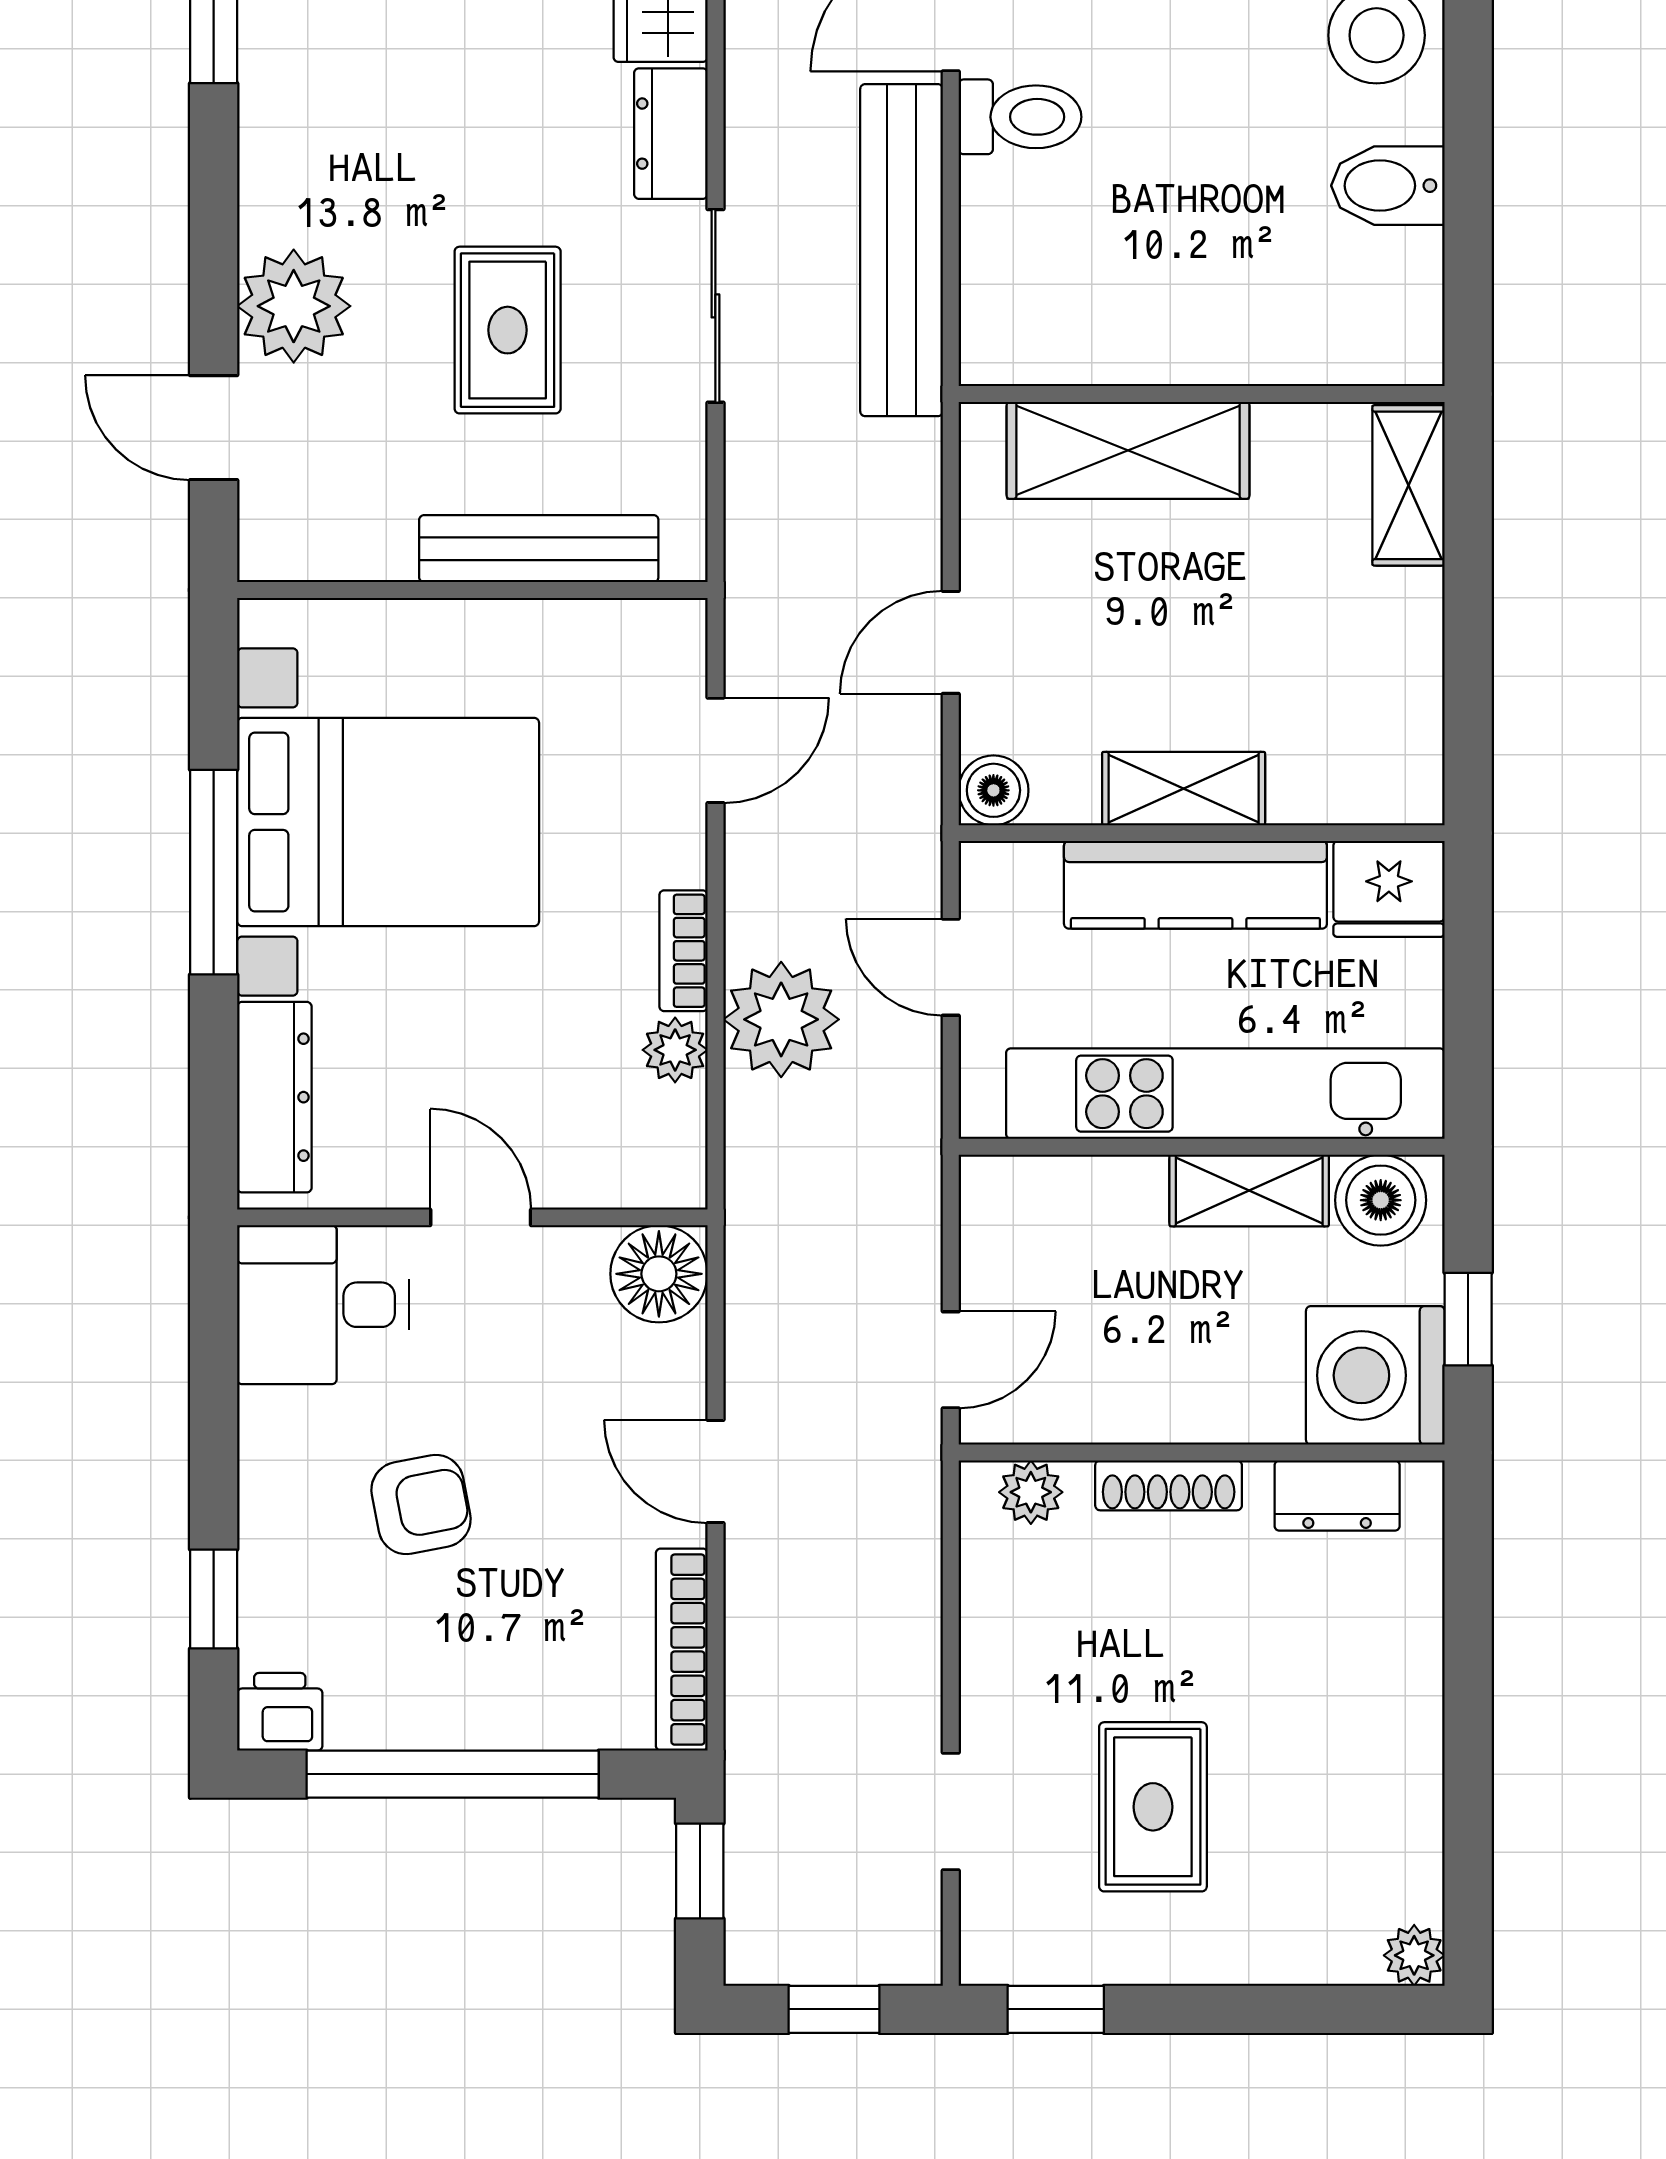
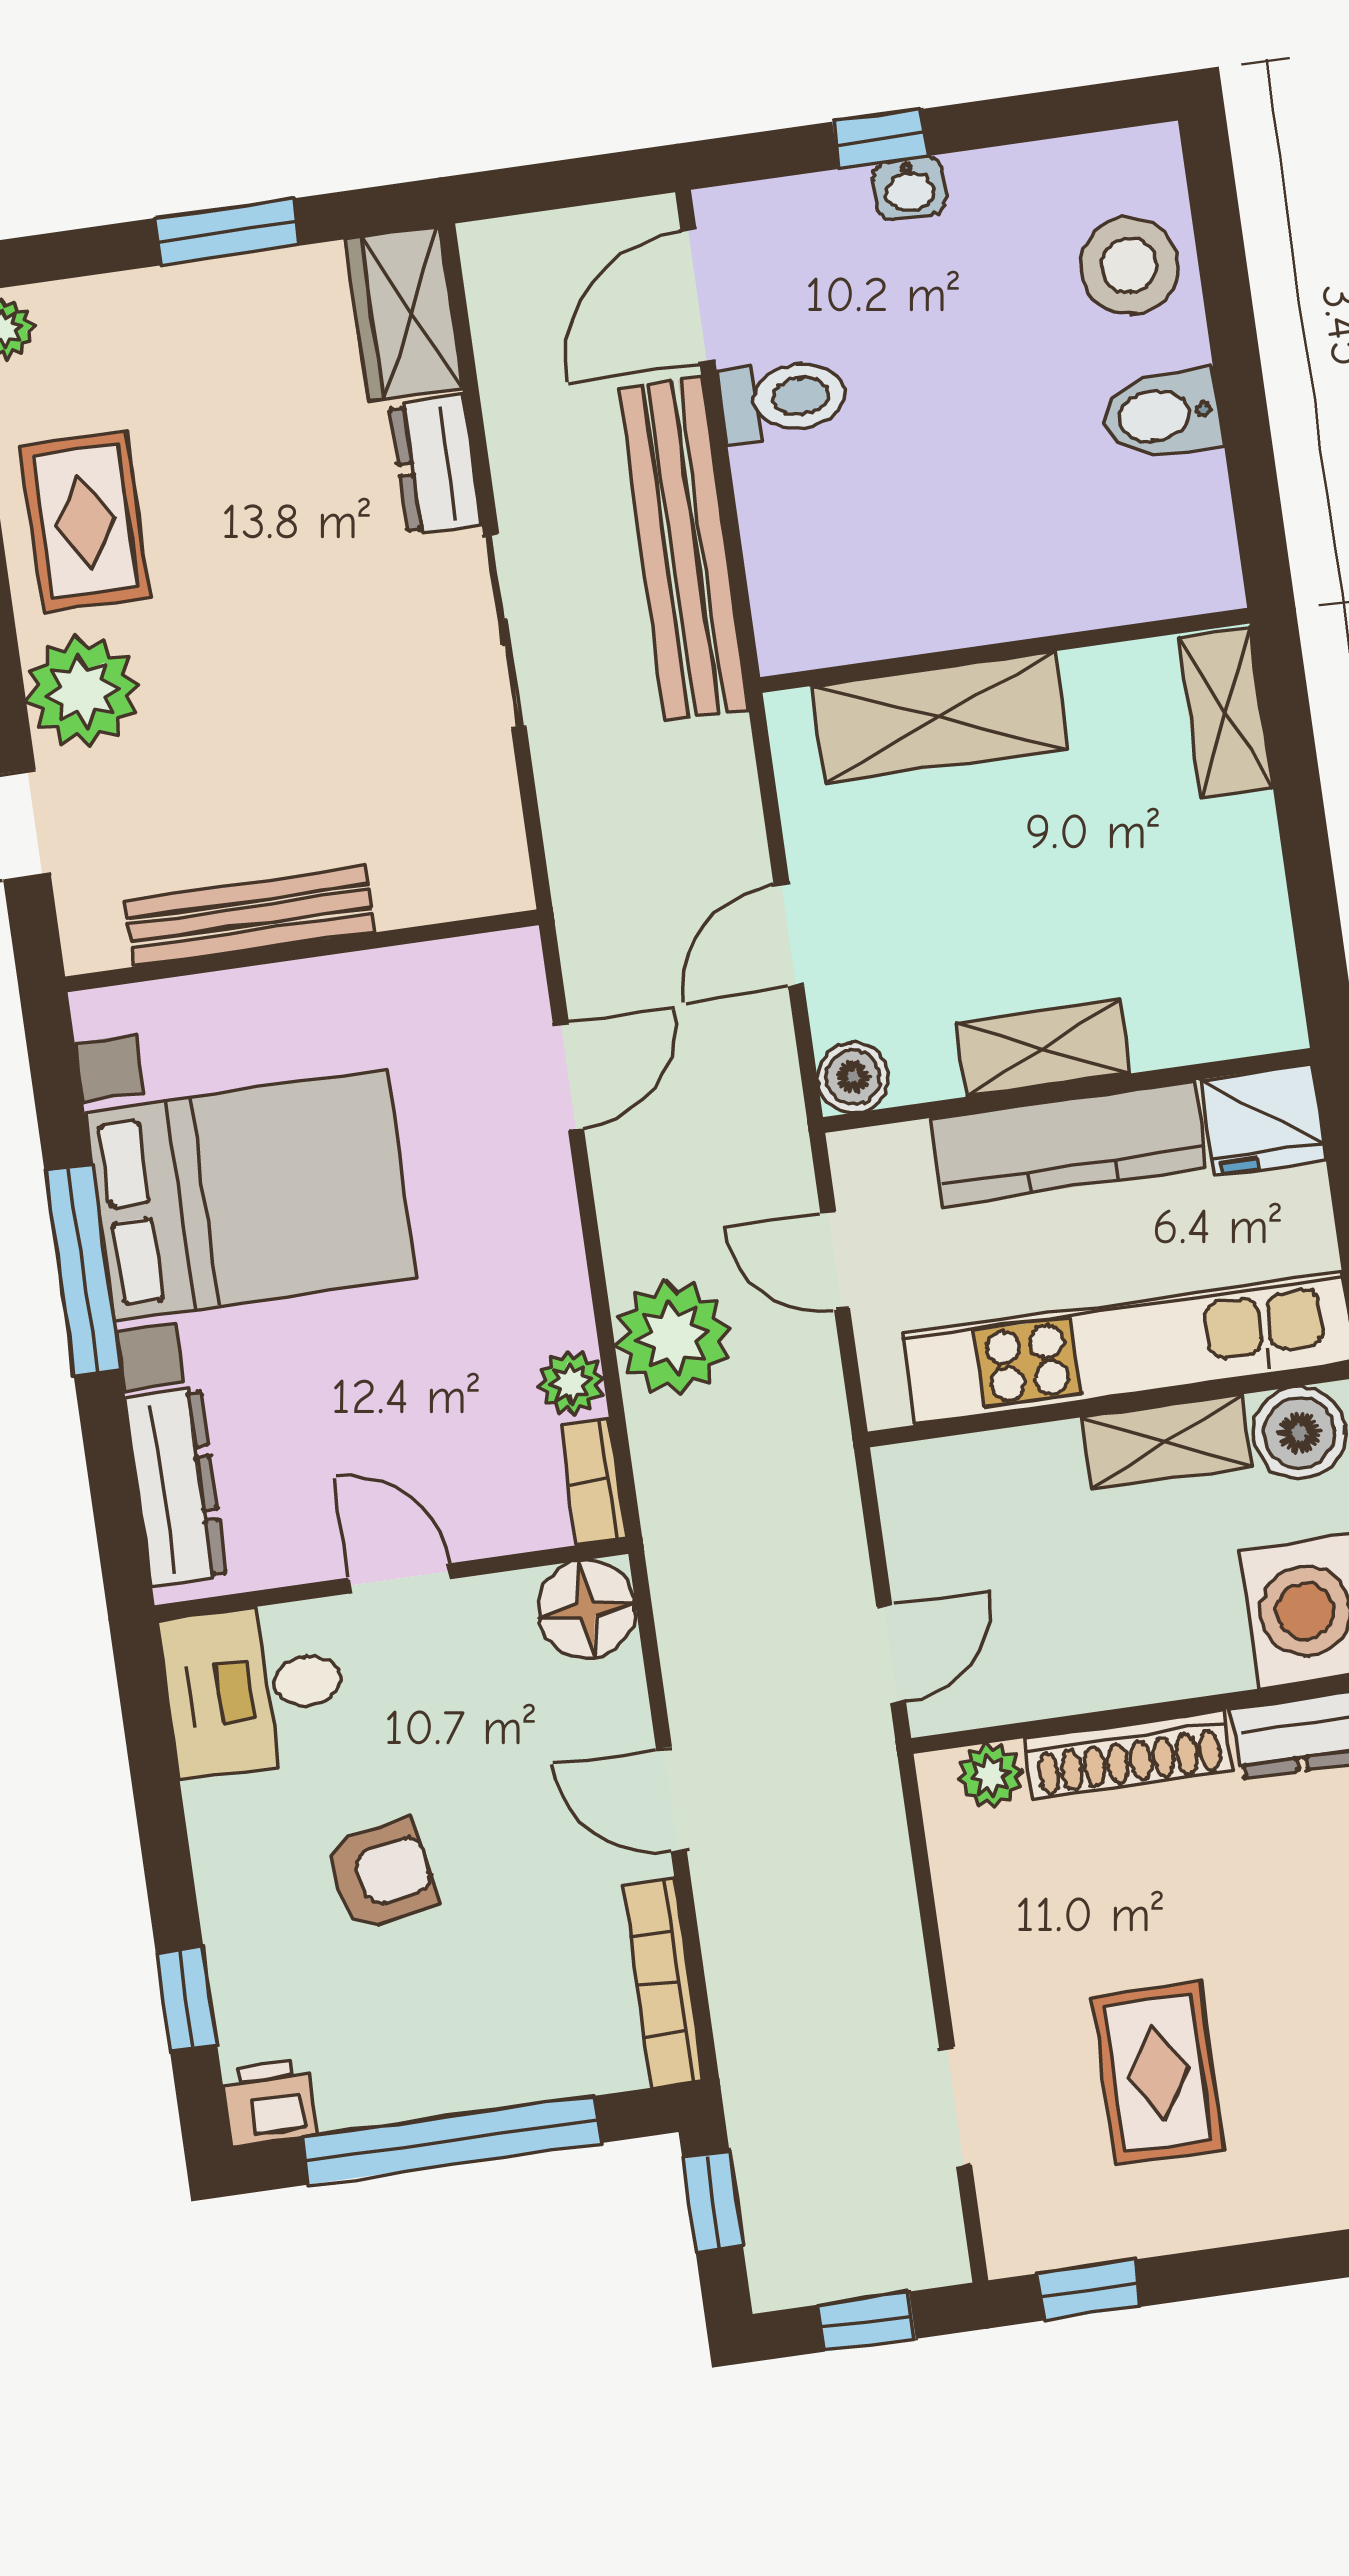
rug: (508, 330) -> (85, 521), moved
bench: (539, 549) -> (250, 916), moved
bookcase: (683, 951) -> (593, 1481), moved
shoe rack: (1169, 1485) -> (1128, 1755), width x1.36, depth x1.24

